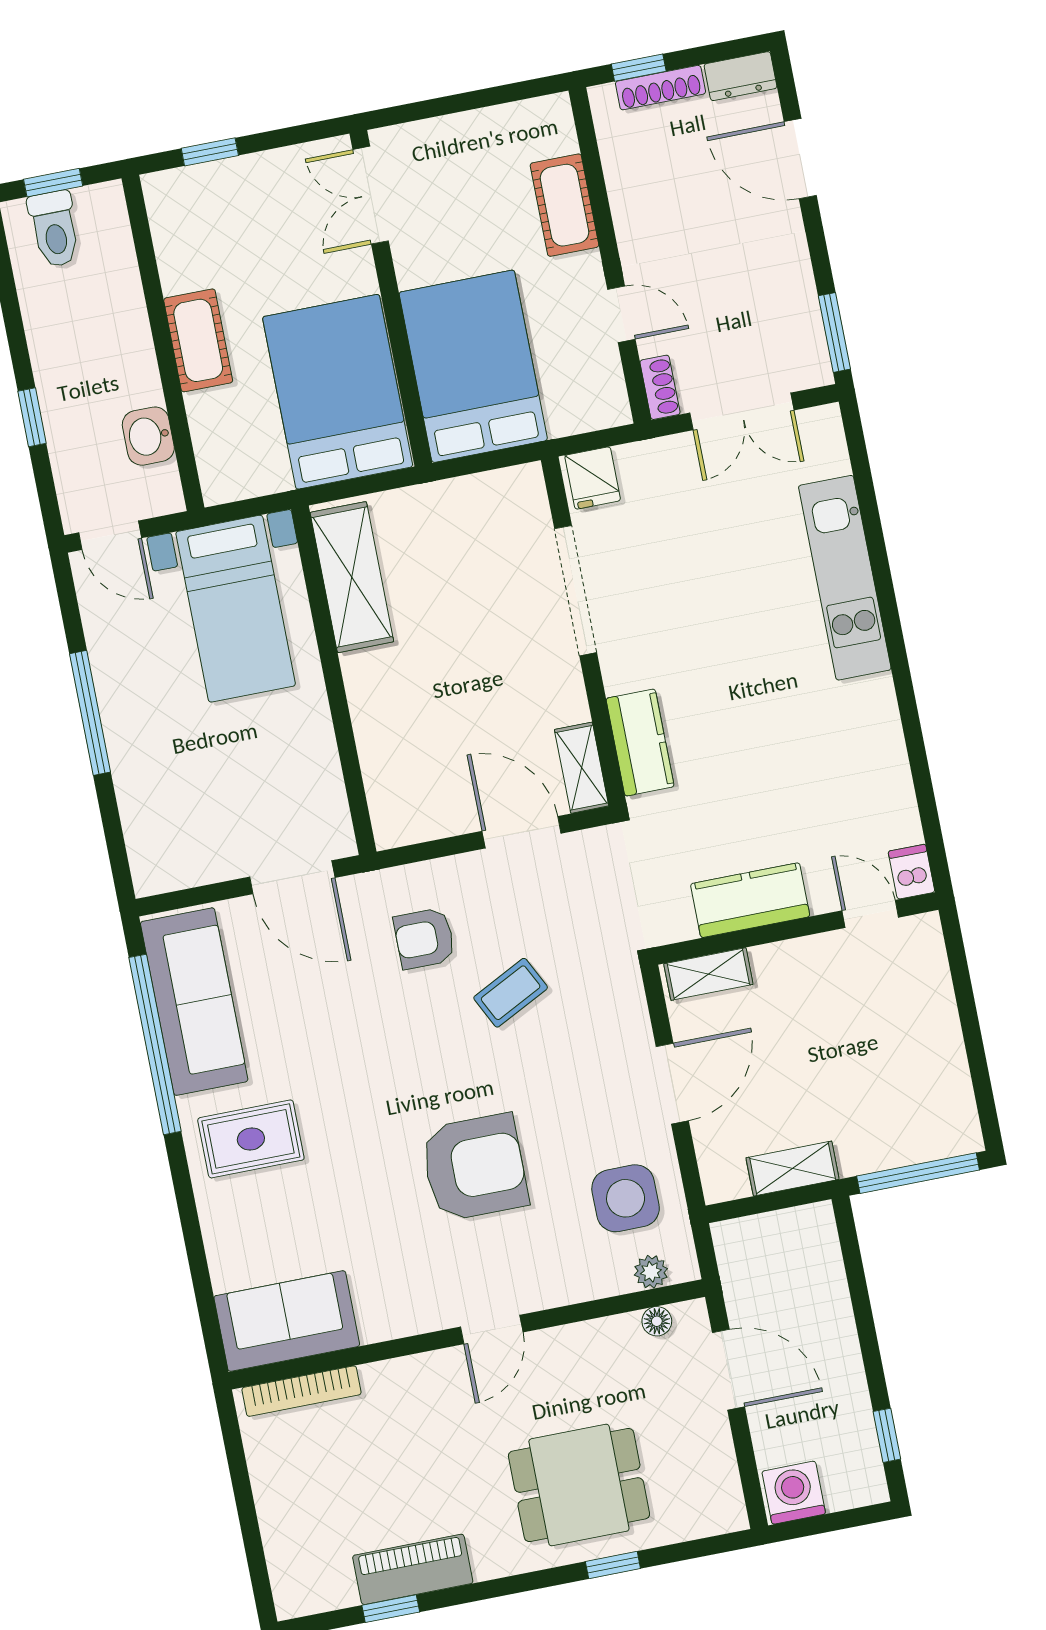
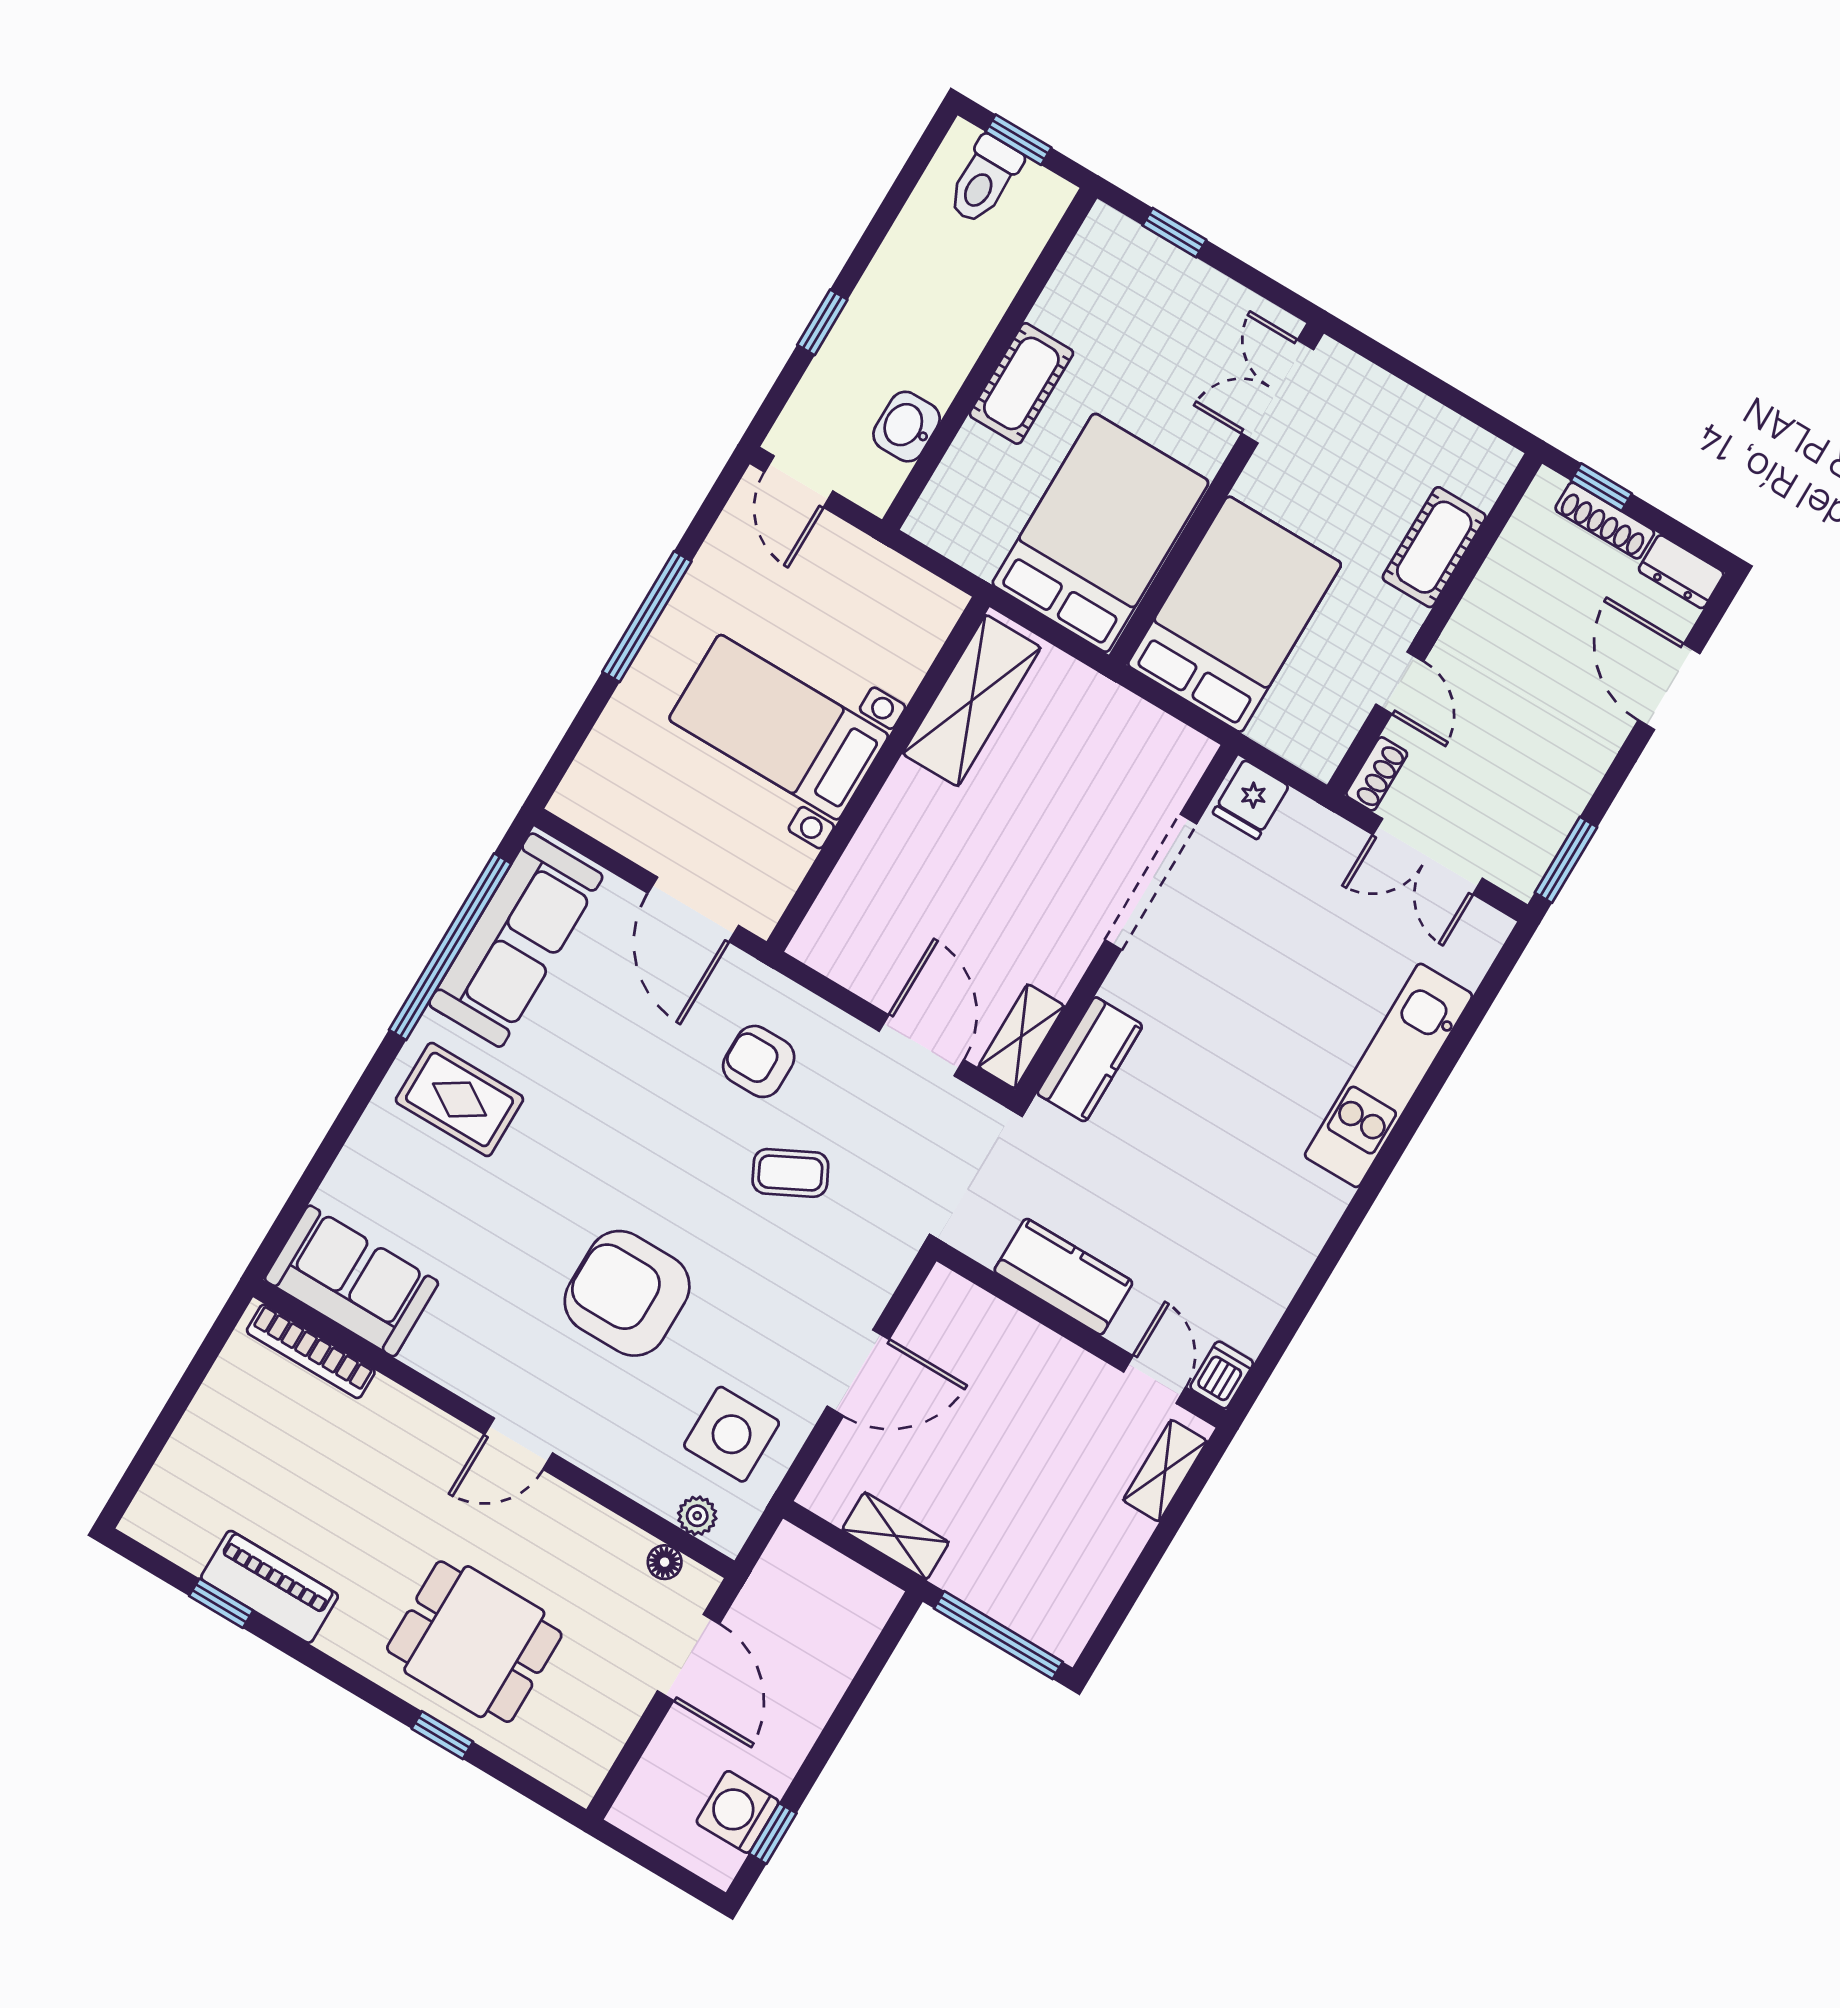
bed with nightstands: (236, 609) -> (779, 727), moved, turned 90
shelving: (708, 974) -> (1165, 1471), moved, turned 90
armchair: (474, 1167) -> (627, 1293), turned 180
washing machine: (794, 1493) -> (738, 1812), moved, turned -90

